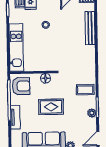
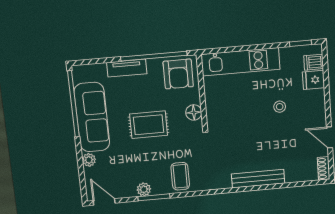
bench: (90, 28) -> (258, 179), moved
rug: (51, 107) -> (149, 125), turned 90

